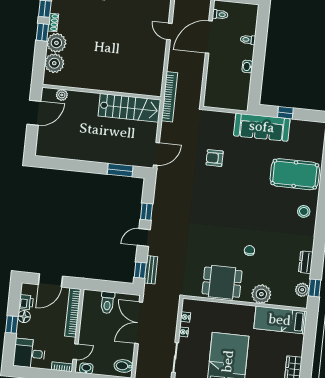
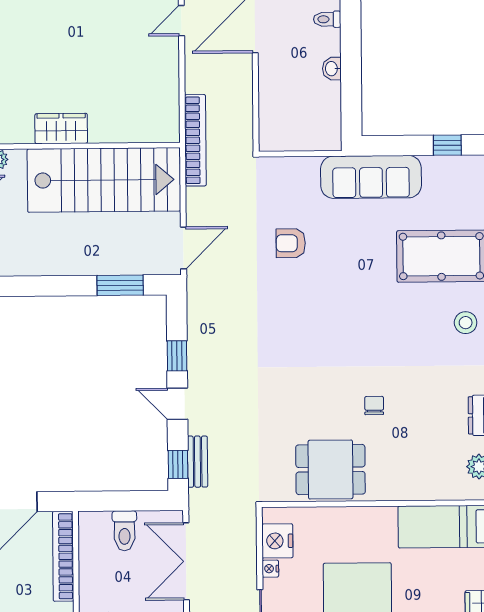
door: (169, 31) -> (181, 21), hinge flipped
wardrobe: (98, 82) -> (61, 128), added
stairs: (129, 108) -> (104, 180), width x1.36, depth x1.51
window: (285, 113) -> (447, 145), moved
door: (144, 237) -> (177, 404), hinge flipped
plant: (261, 294) -> (405, 483), removed
nightstand: (185, 317) -> (277, 541), width x1.89, depth x1.79

